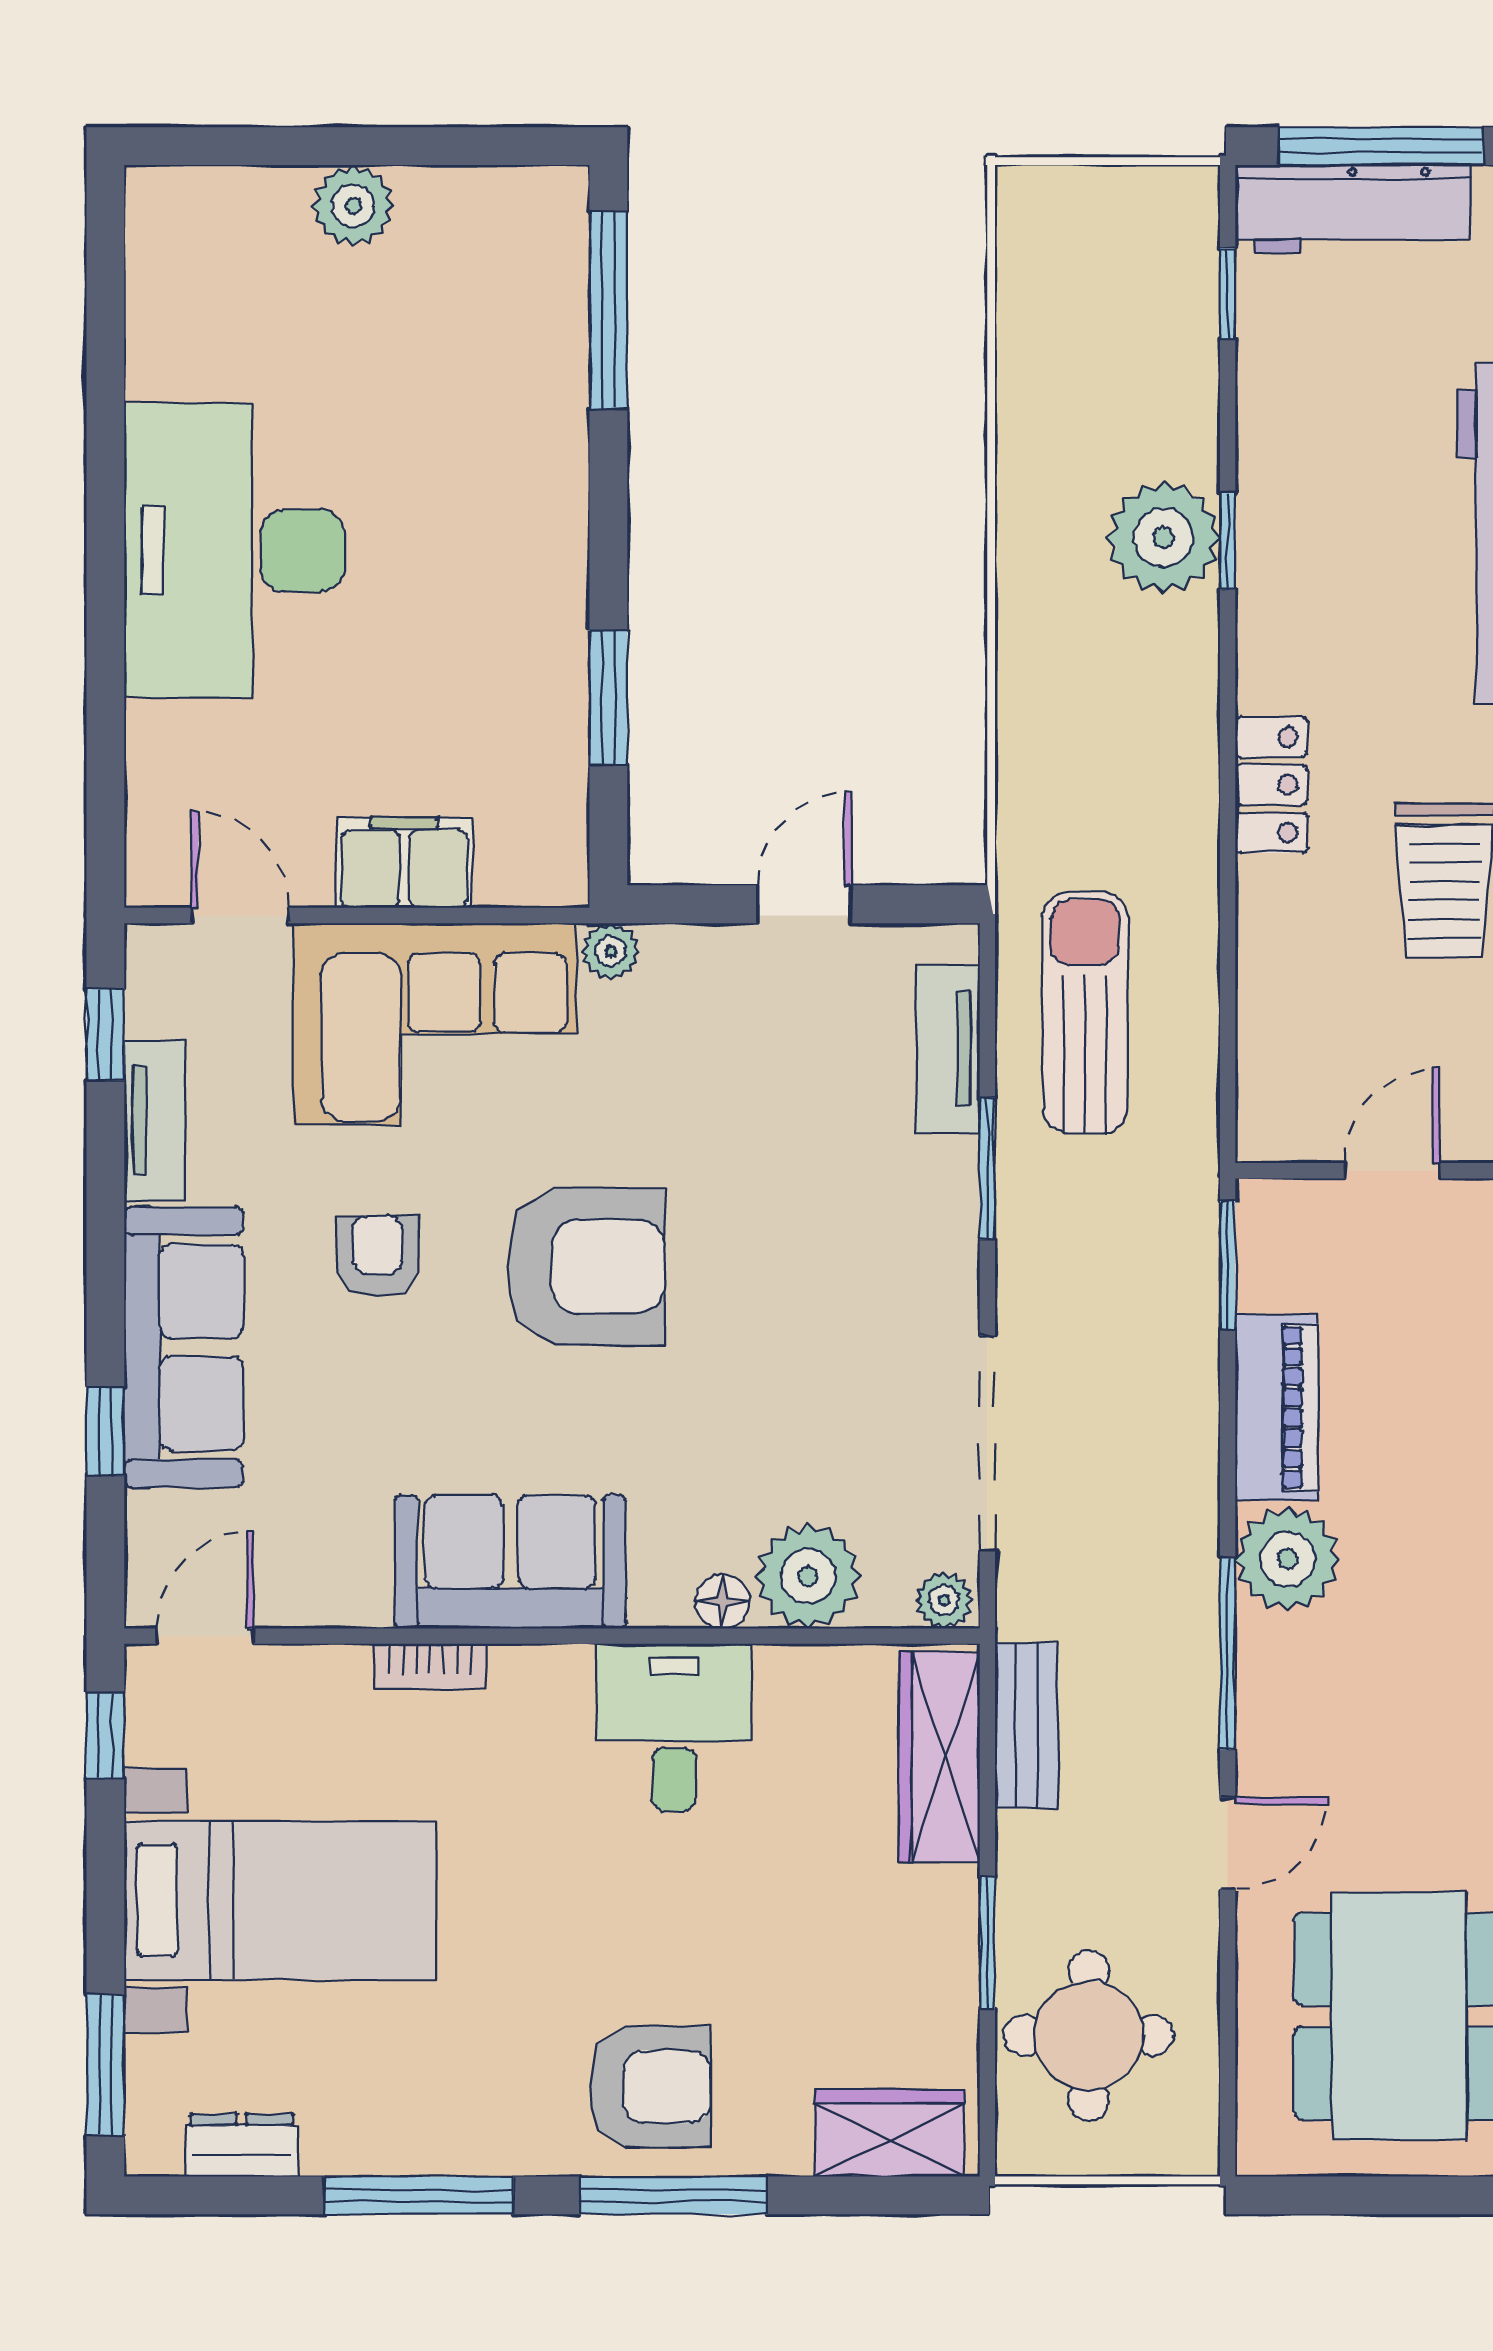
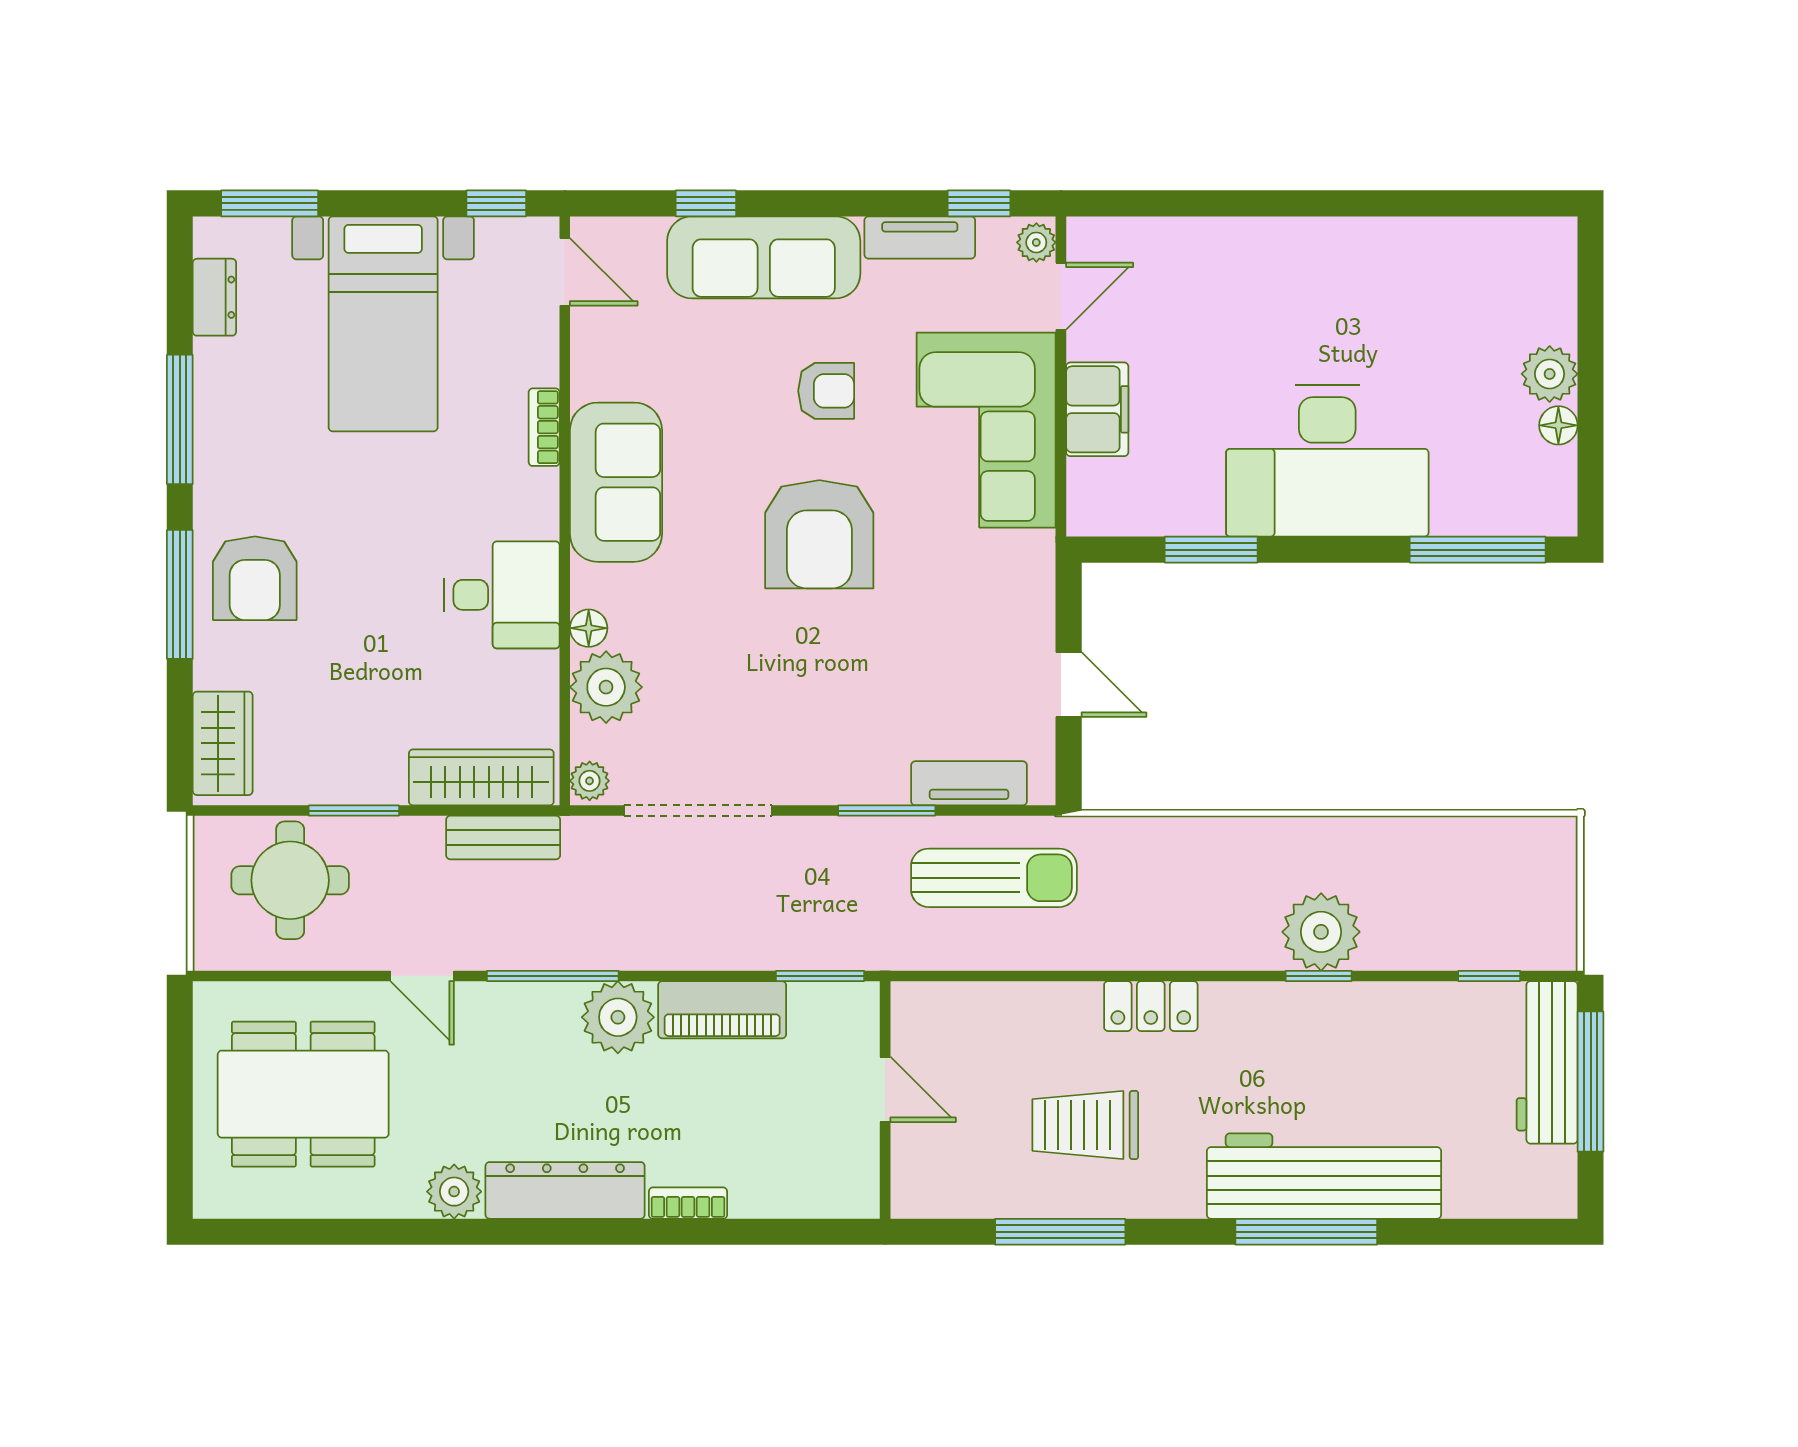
floor lamp: (428, 193) -> (1558, 425), added
desk: (234, 551) -> (1327, 461), moved, turned 180
plant: (611, 951) -> (1036, 242), moved

